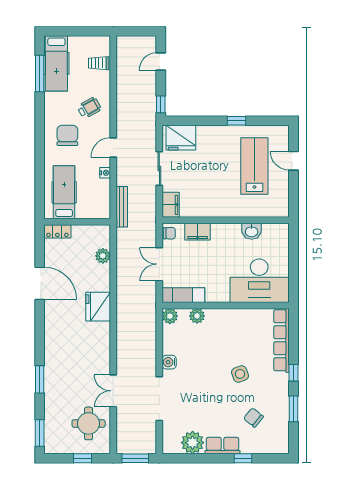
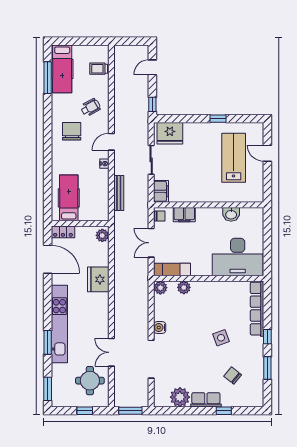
hospital bed: (64, 192) -> (69, 198), moved
wall: (77, 222) -> (80, 223), moved
locker: (57, 231) -> (63, 232), moved
kitchen unit: (53, 358) -> (59, 324), added

